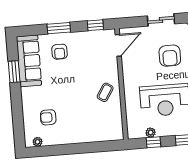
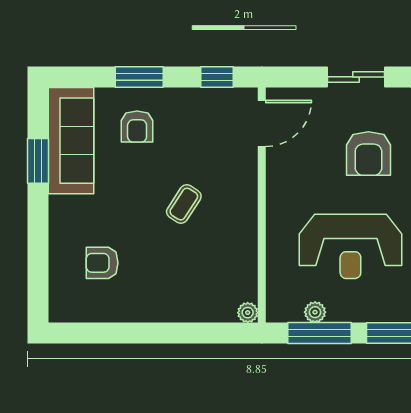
coffee table: (105, 92) -> (184, 204), moved
plant: (38, 142) -> (248, 313), moved
window: (154, 142) -> (320, 333), width x2.17

